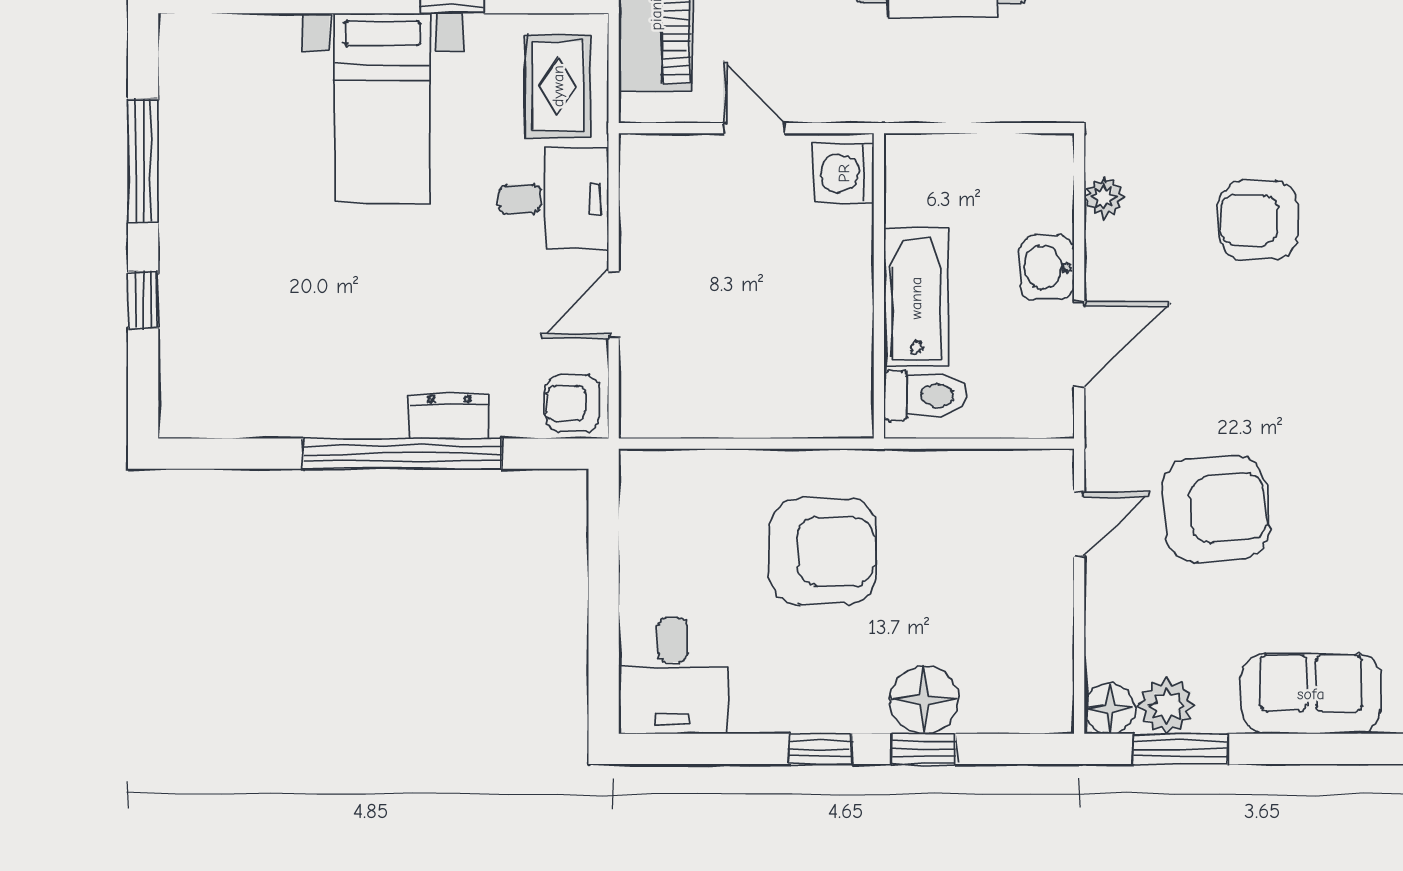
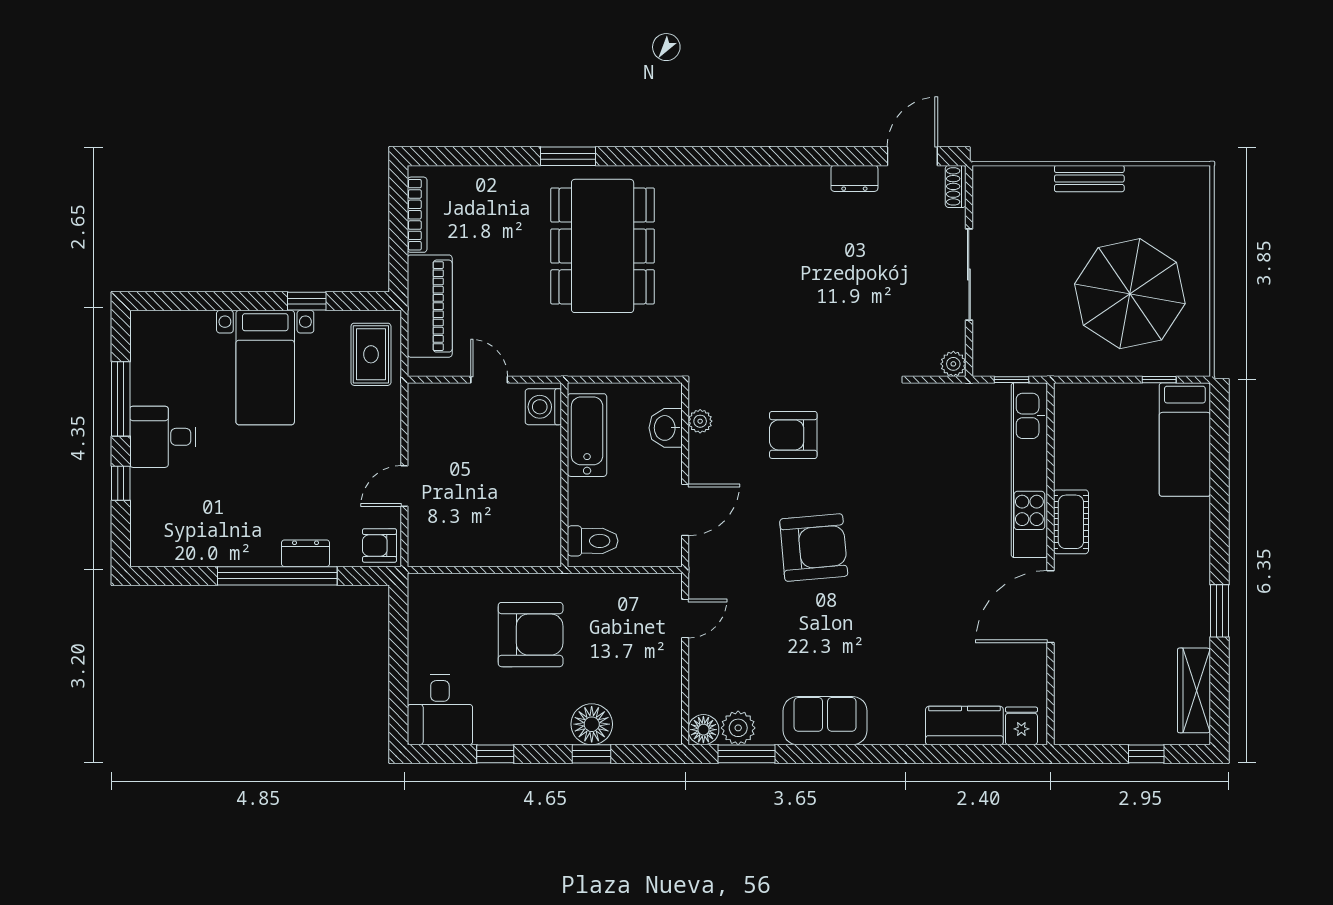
desk: (554, 199) -> (163, 437), moved, turned 180
washbasin: (1047, 267) -> (666, 428), moved
bathtub: (916, 298) -> (587, 435), moved
armchair: (1216, 509) -> (814, 548), moved
window: (820, 749) -> (495, 754), moved

